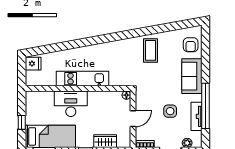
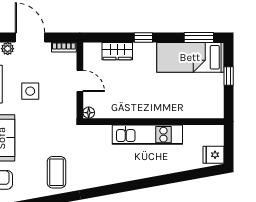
desk: (71, 104) -> (163, 101), removed
door: (133, 119) -> (80, 81), swing flipped

